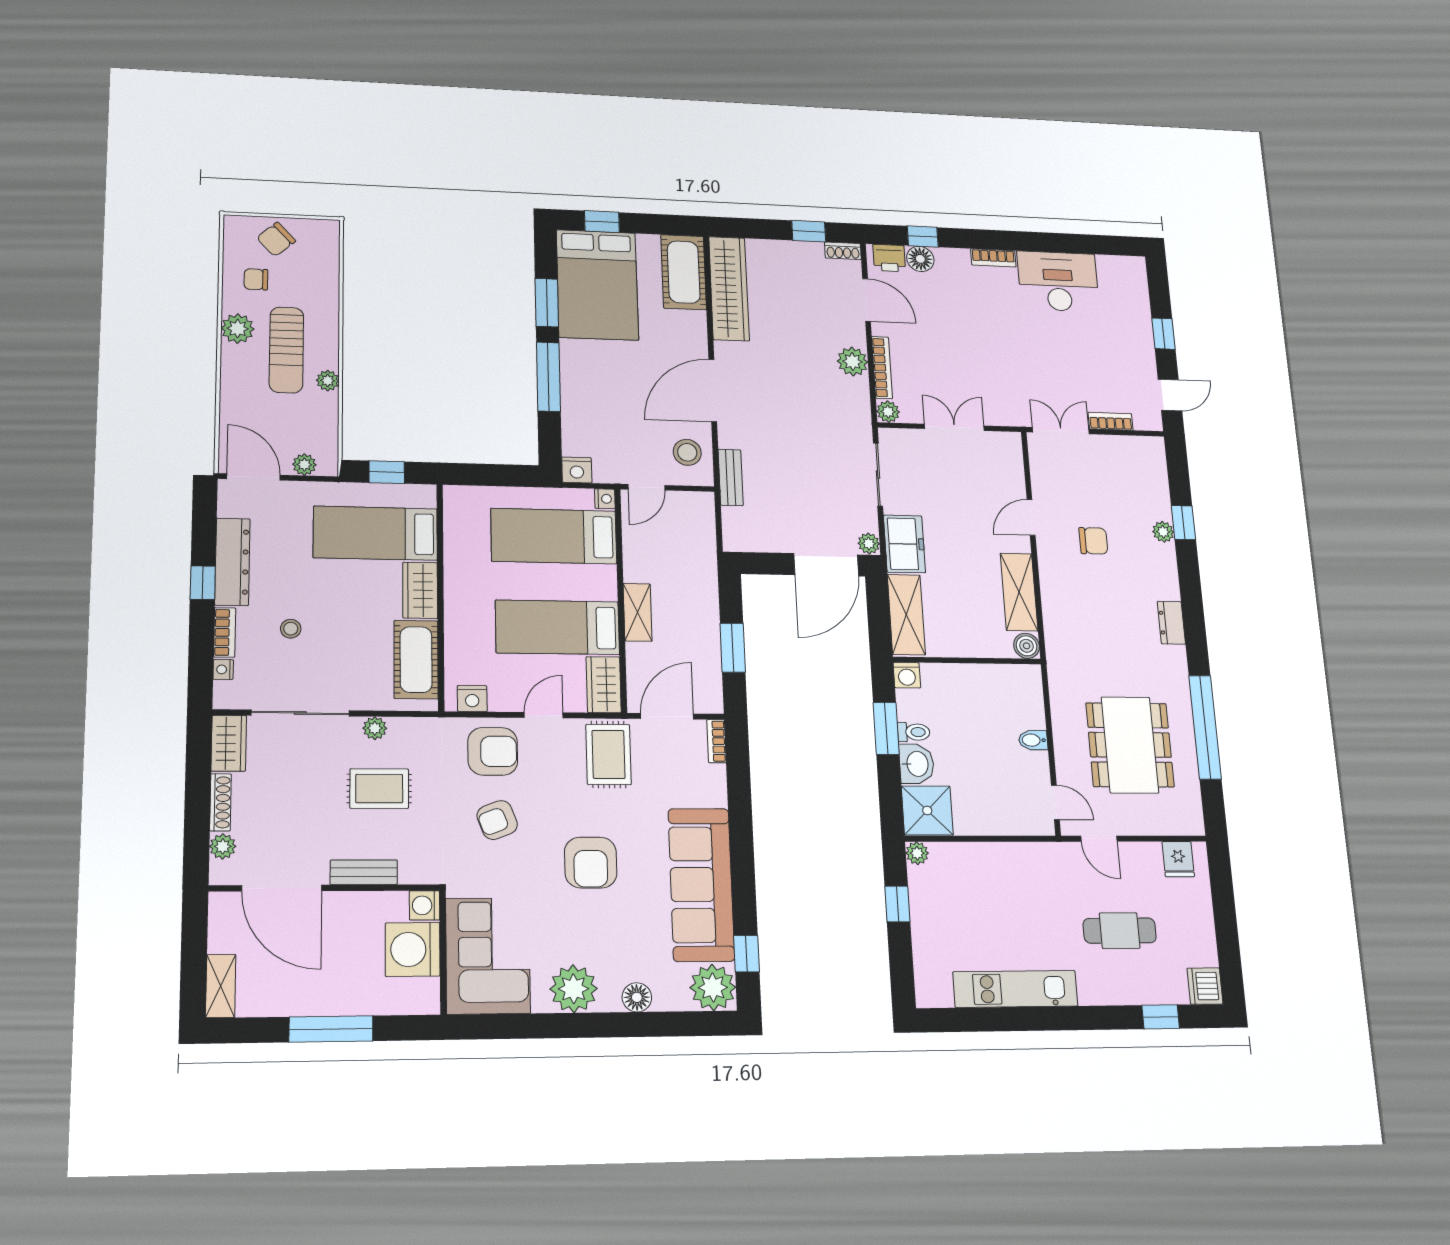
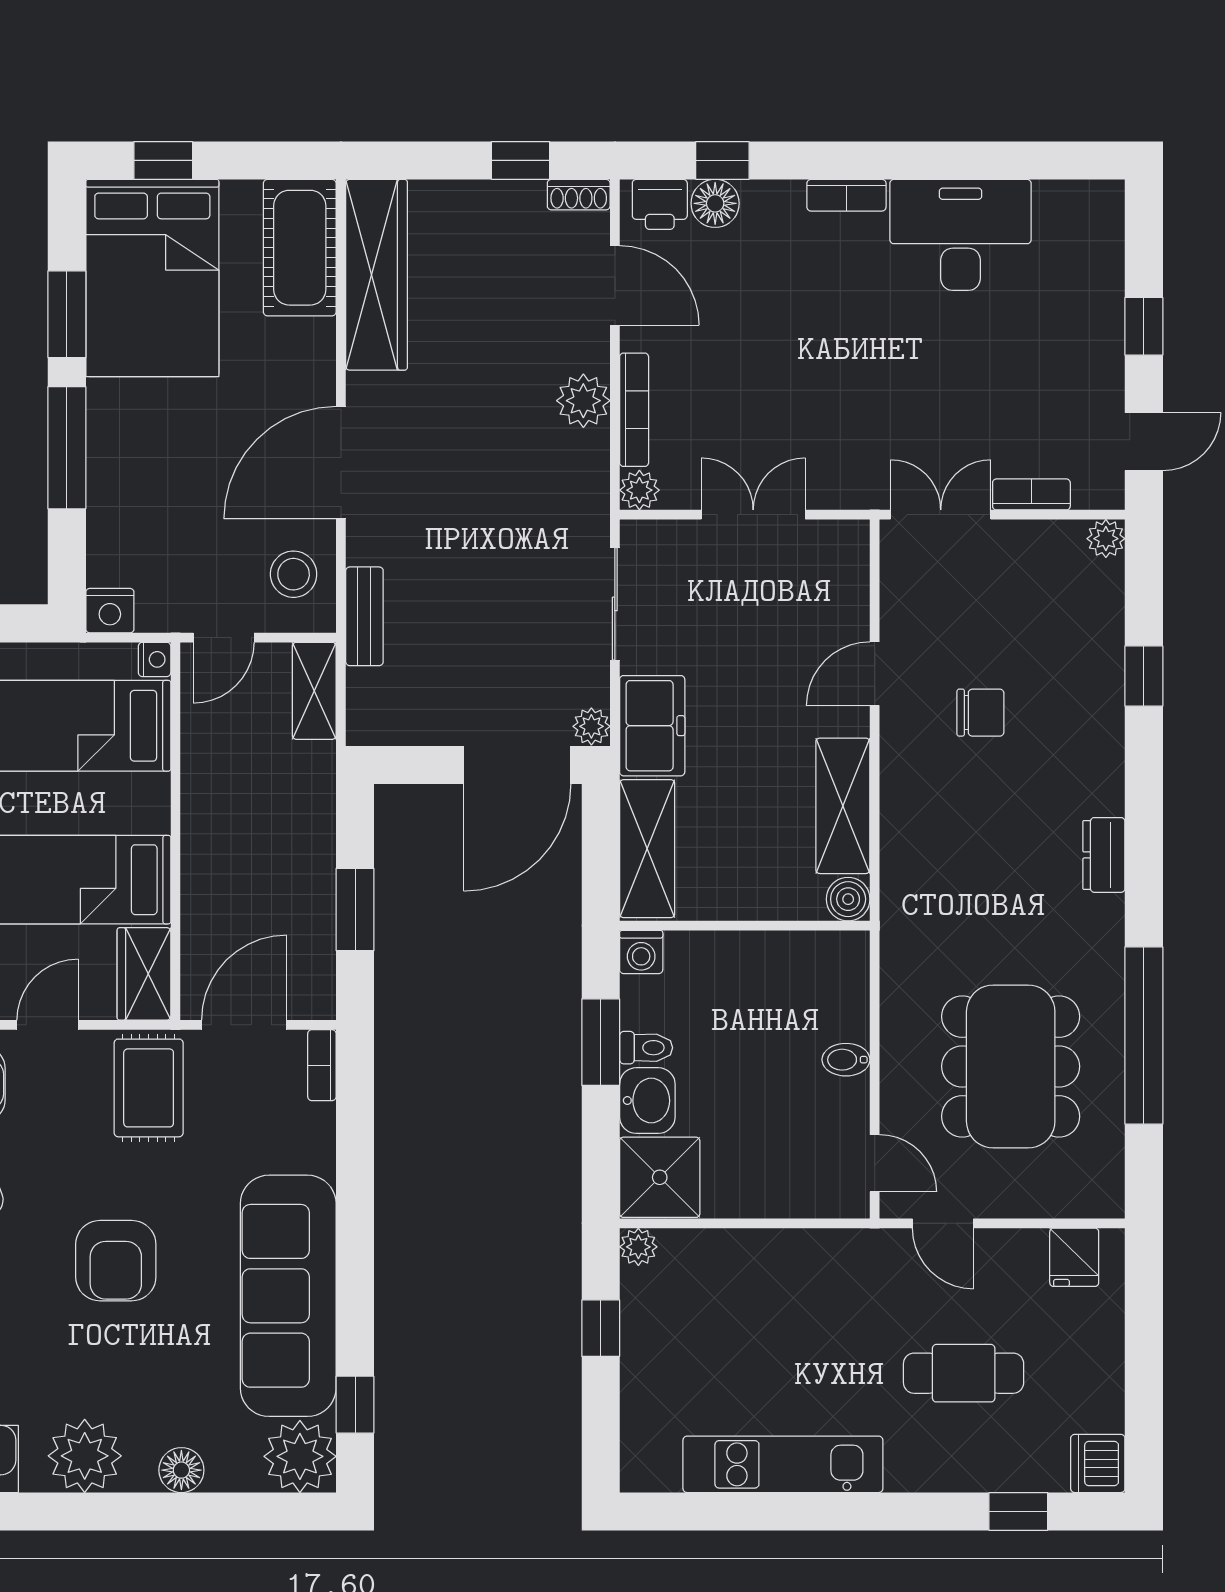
plant: (1163, 532) -> (1106, 539), moved
shelving: (638, 612) -> (314, 691), moved

